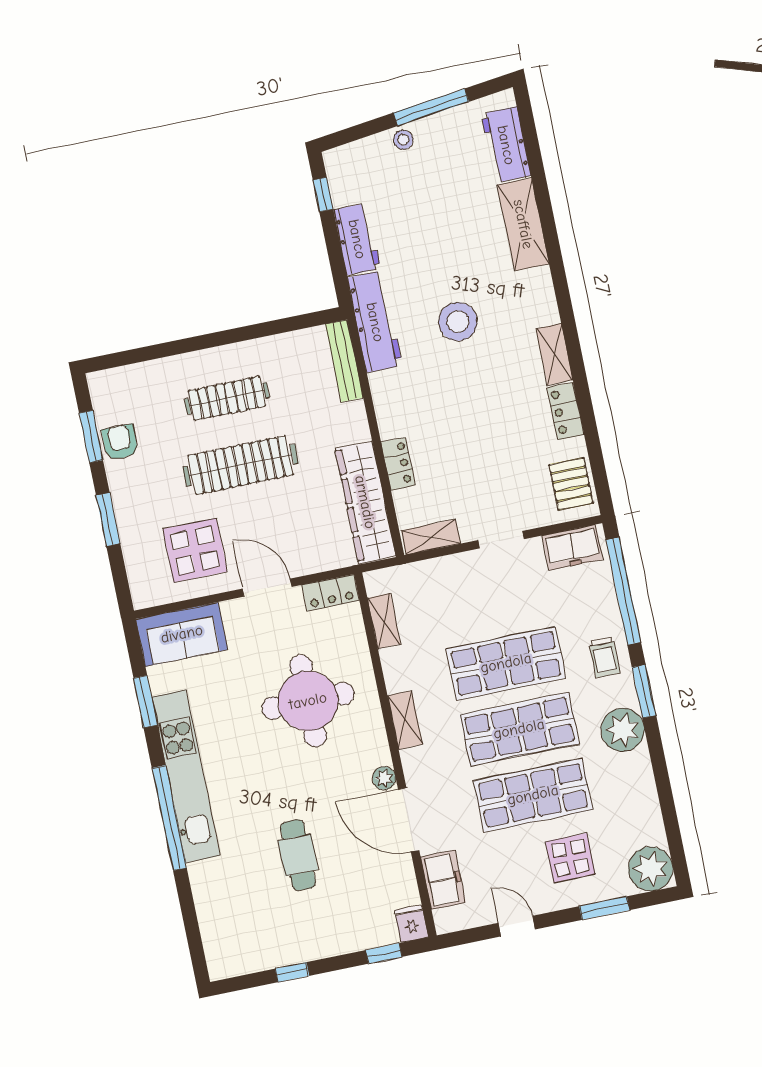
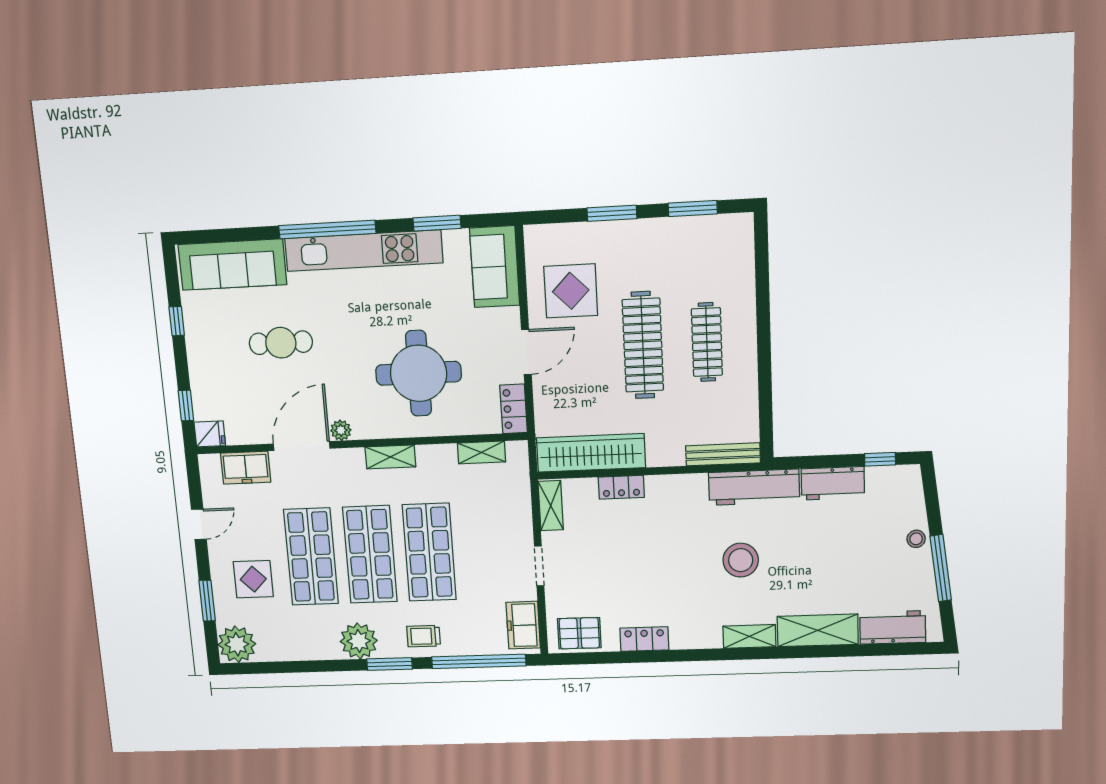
shelving: (554, 354) -> (749, 636), moved
armchair: (120, 442) -> (683, 235), removed
sofa: (222, 917) -> (232, 265), added

